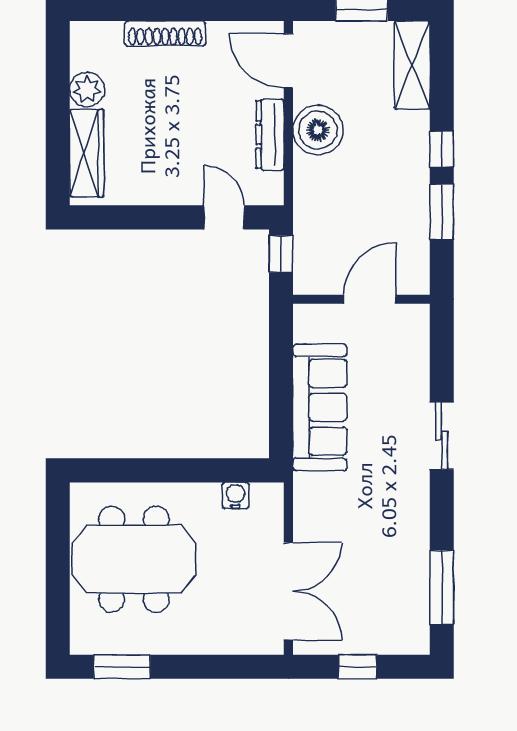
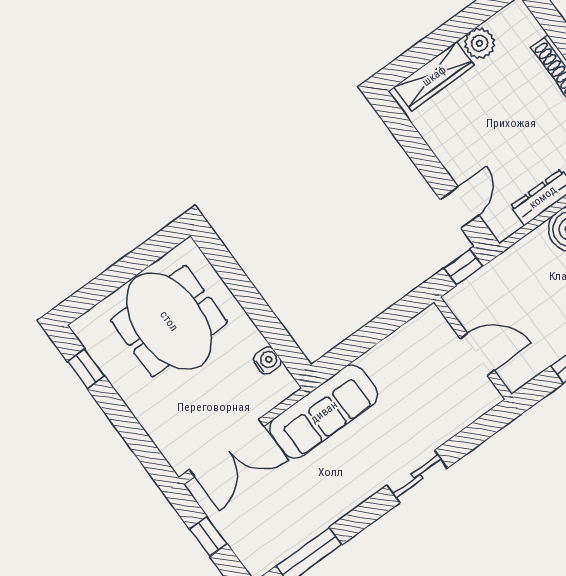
sofa: (320, 407) -> (324, 412), moved
window: (122, 667) -> (86, 369), width x0.67

